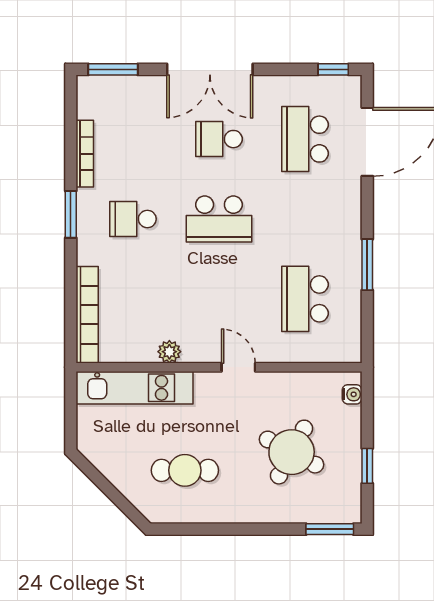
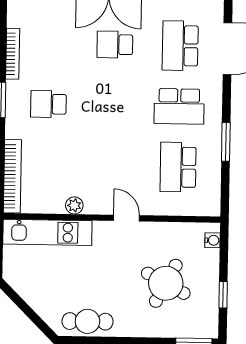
school desk: (219, 219) -> (179, 106), moved
cafe table: (185, 470) -> (87, 321), moved

